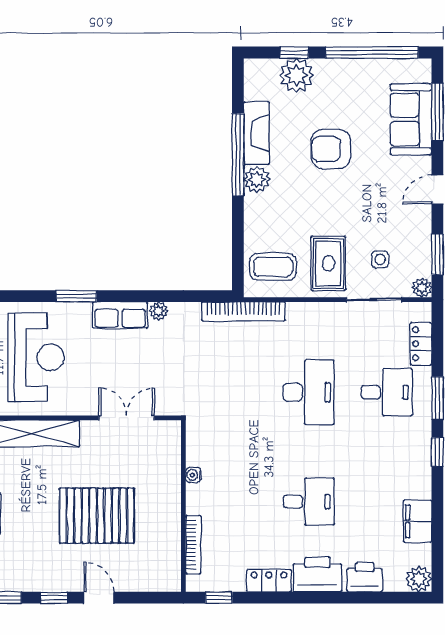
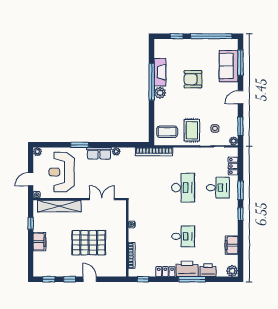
plant: (297, 75) -> (178, 46), removed
reception desk: (36, 357) -> (62, 172), turned 180
window: (329, 598) -> (192, 279), added

